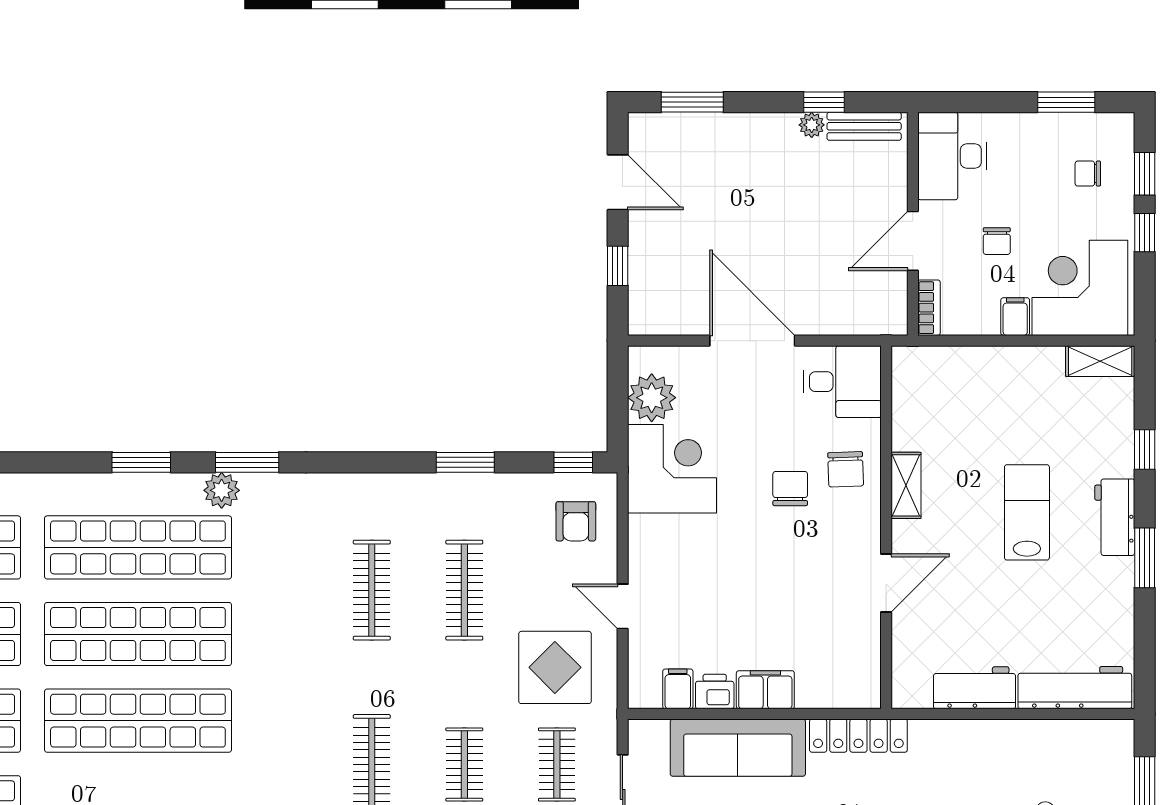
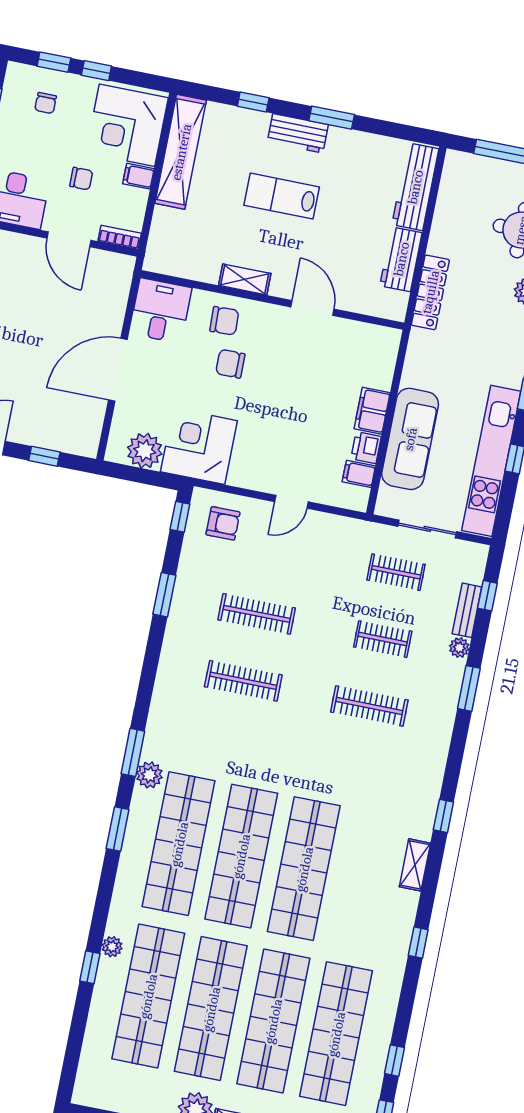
shelving: (1100, 361) -> (181, 152), width x2.20, depth x1.33
display table: (555, 667) -> (326, 560), removed
locker: (858, 736) -> (430, 292), moved

